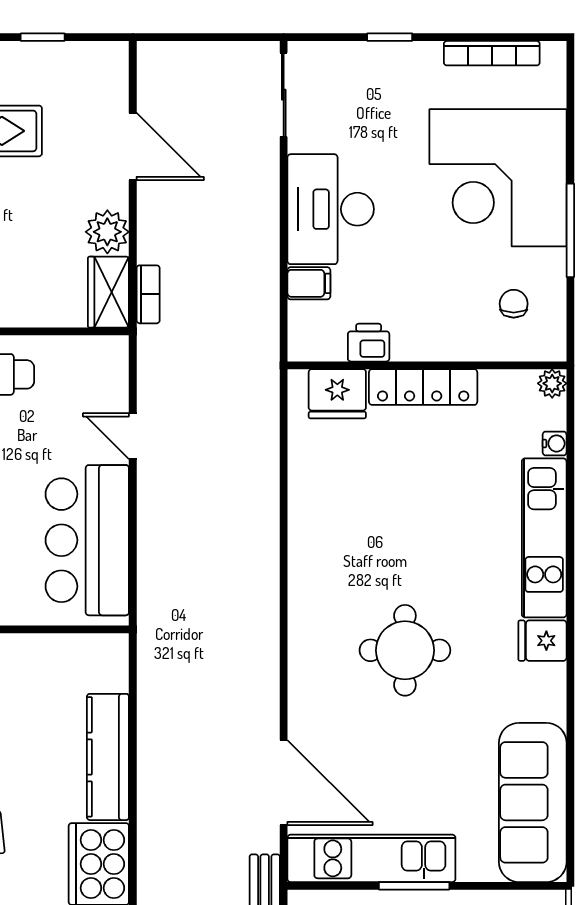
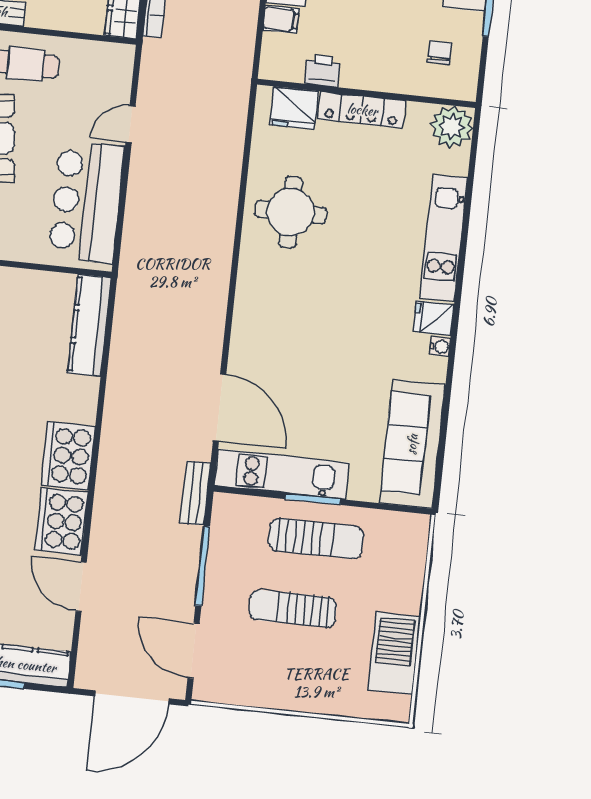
plant: (552, 383) -> (452, 127), width x1.87, depth x1.87
door: (133, 436) -> (131, 124), hinge flipped
water cooler: (555, 443) -> (440, 347), moved
round table: (405, 650) -> (291, 212), moved
kitchen counter: (108, 757) -> (89, 325), moved

